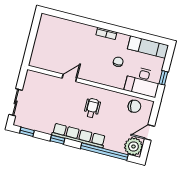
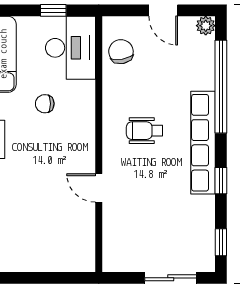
plant: (133, 146) -> (206, 26), width x0.53, depth x0.53

